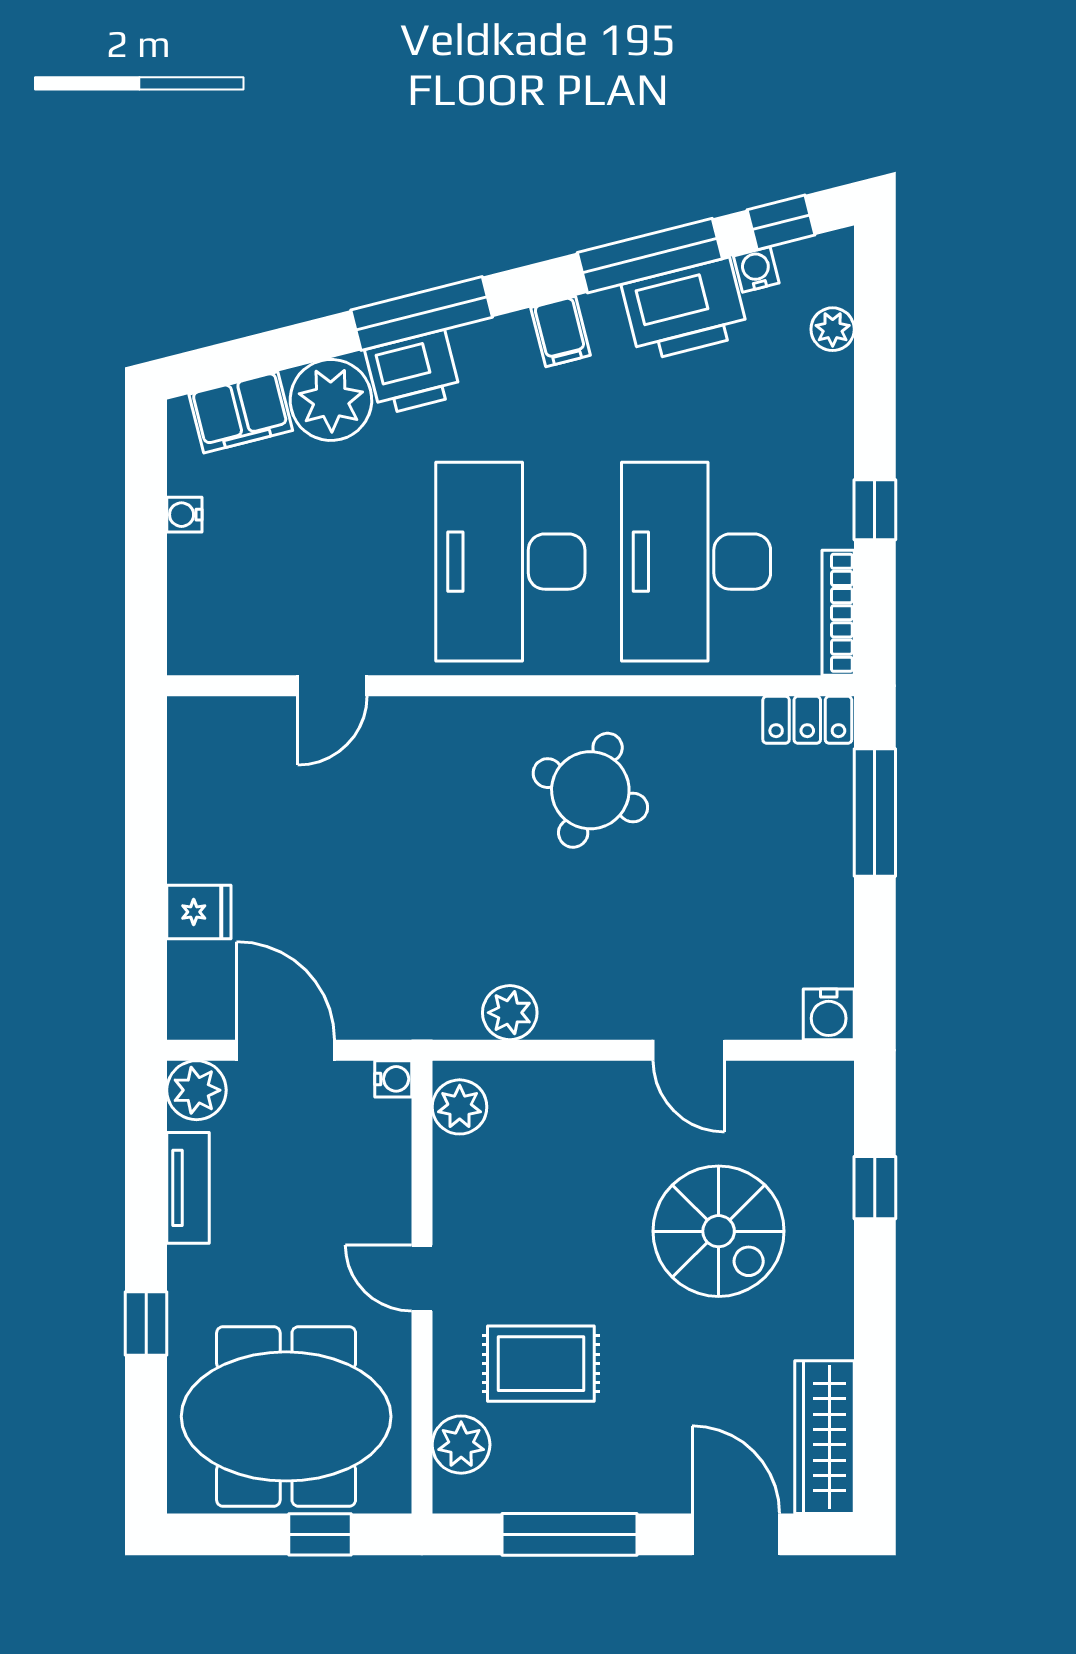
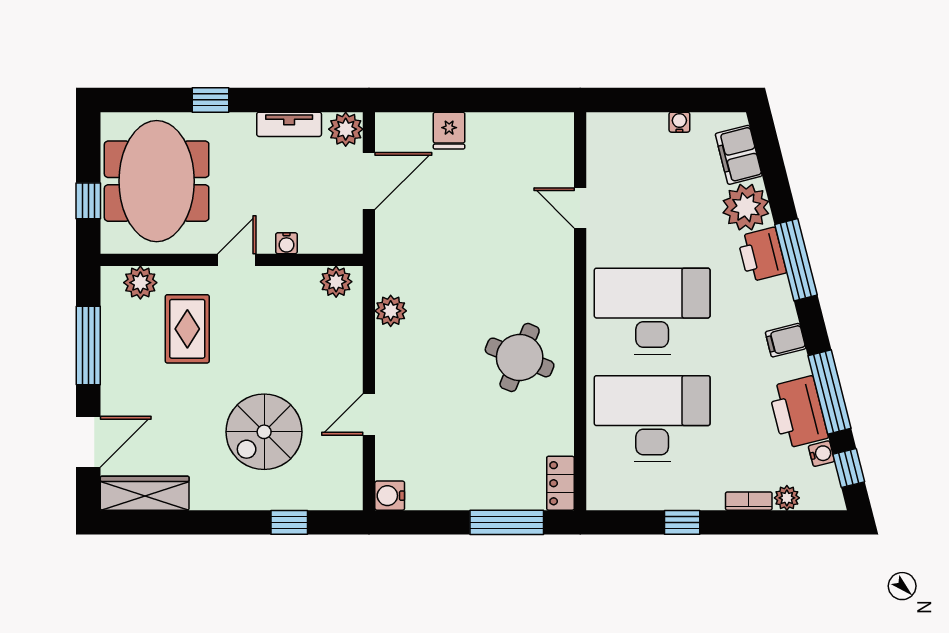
bookcase: (838, 613) -> (749, 501), moved, width x0.64
water cooler: (393, 1079) -> (286, 243), moved

